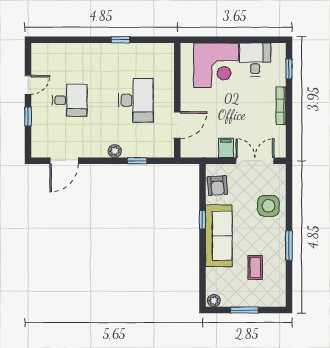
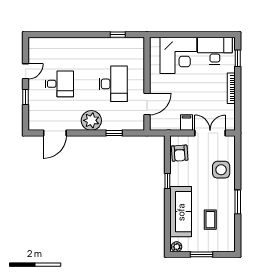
window: (121, 40) -> (118, 35), moved
desk: (255, 60) -> (215, 51), width x1.37
plant: (115, 151) -> (91, 120), width x1.88, depth x1.88
sofa: (219, 236) -> (181, 212), moved

